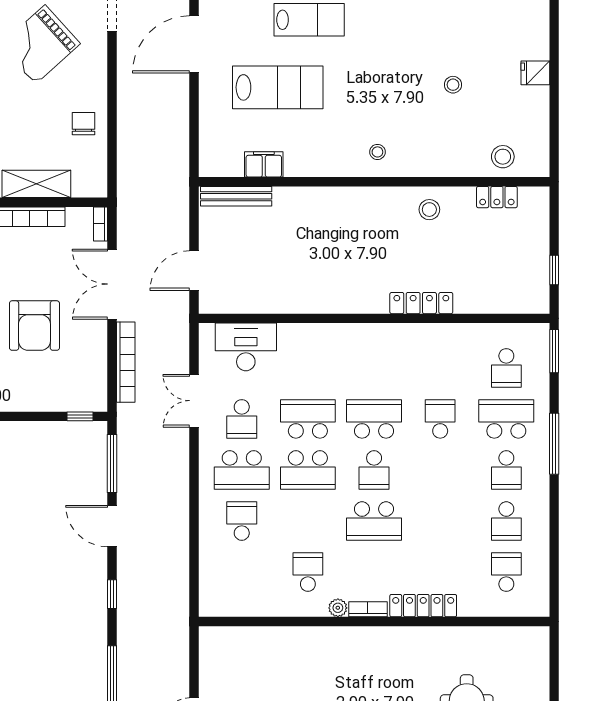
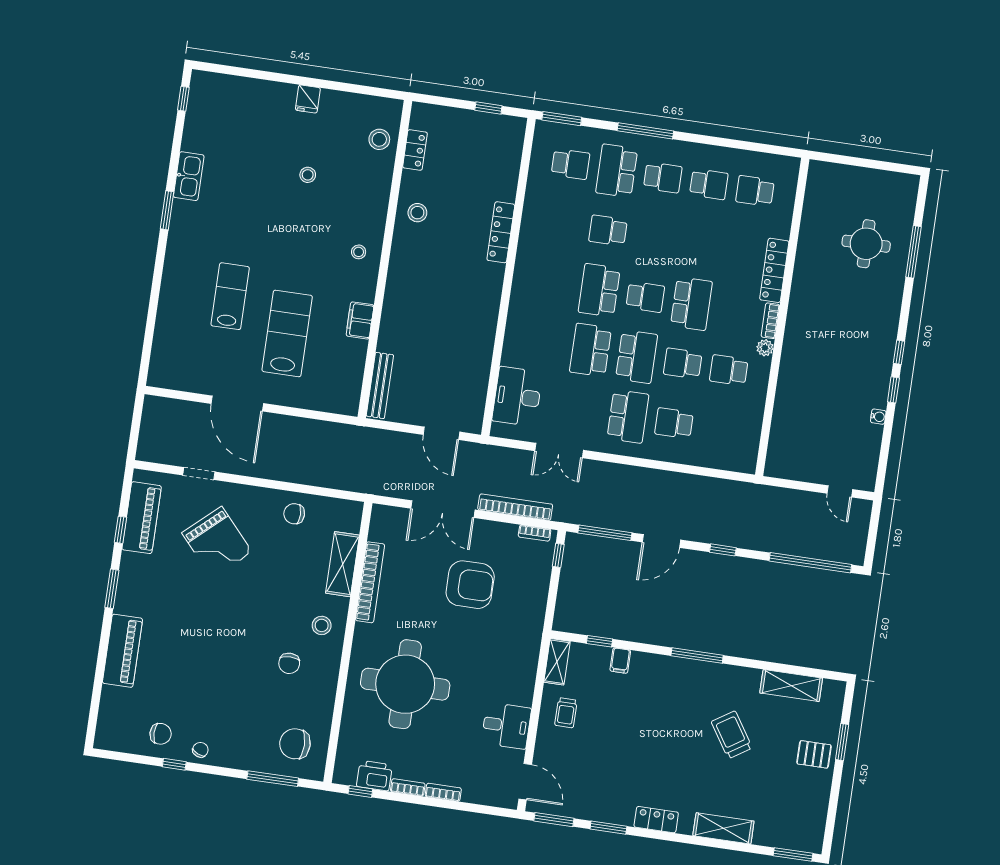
filing cabinet: (264, 164) -> (360, 320), moved
bookcase: (101, 224) -> (535, 533), moved
school desk: (242, 419) -> (683, 363), moved, turned 180

